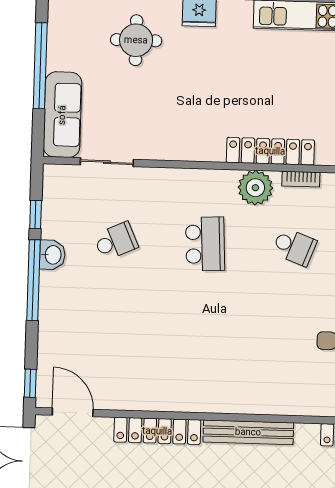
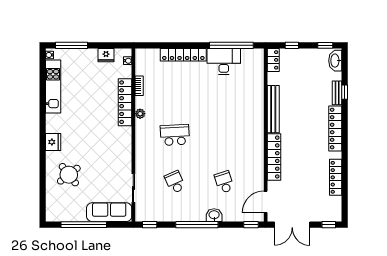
round table: (136, 40) -> (69, 175), turned -38
plant: (255, 188) -> (140, 114), width x0.53, depth x0.53
window: (36, 215) -> (150, 225), moved
school desk: (294, 247) -> (224, 182), moved, turned -39
washbasin: (52, 255) -> (214, 215), moved

